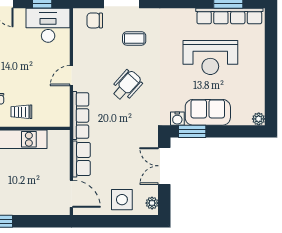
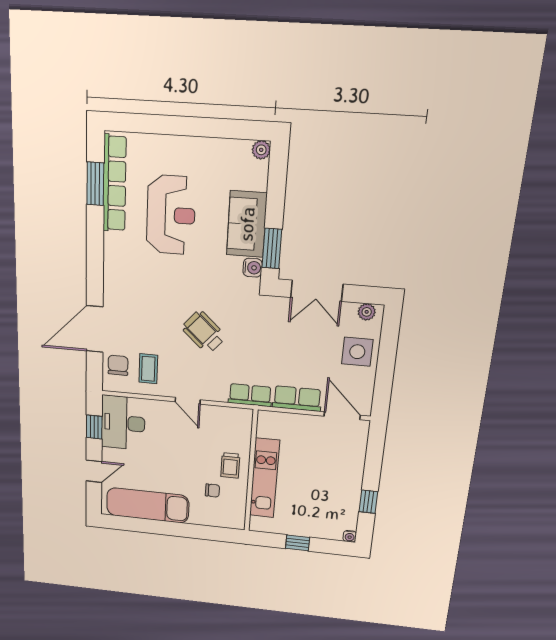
chair: (95, 20) -> (118, 365), turned 180
coffee table: (134, 38) -> (148, 369), moved
row of seats: (81, 115) -> (250, 395), width x0.68
door: (71, 194) -> (342, 416), hinge flipped

